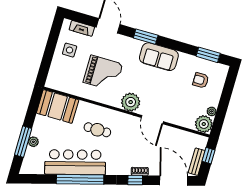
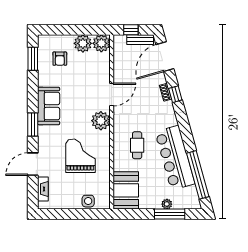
side table: (70, 50) -> (88, 201), moved
plant: (212, 111) -> (83, 43), width x1.88, depth x1.88
window: (80, 179) -> (198, 175), moved

